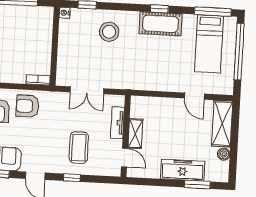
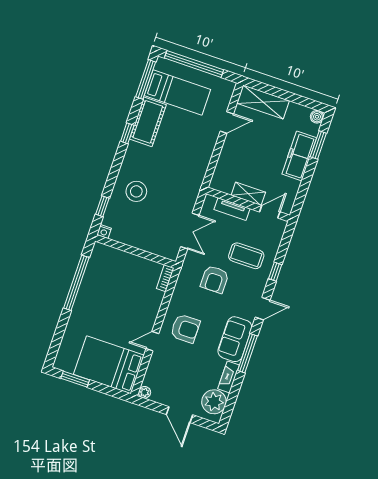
cot: (160, 24) -> (148, 122), moved
armchair: (28, 106) -> (215, 279), moved
boiler: (224, 154) -> (317, 117), moved

